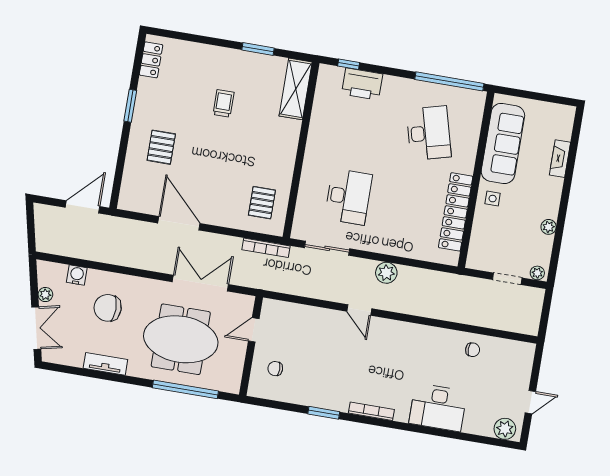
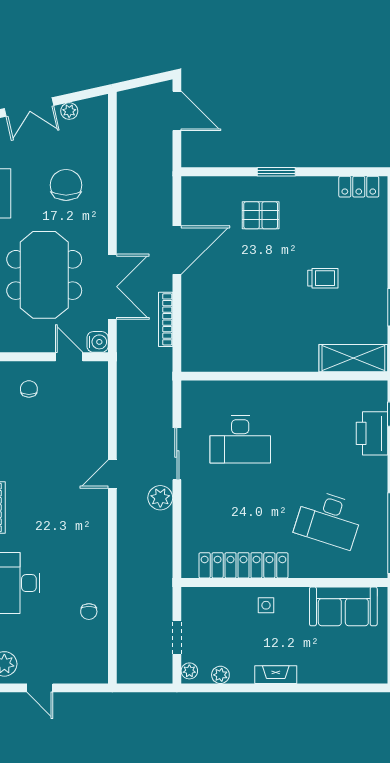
window: (130, 106) -> (276, 172), moved
desk: (429, 133) -> (329, 519), turned 33
sofa: (503, 143) -> (343, 606), width x0.73
fireplace: (560, 159) -> (276, 675), moved
pallet: (262, 203) -> (217, 342), removed
door: (82, 207) -> (177, 111), moved
plant: (549, 227) -> (220, 675), moved
bookcase: (266, 248) -> (166, 319), moved
sliding door: (327, 248) -> (177, 454), moved
water cooler: (77, 275) -> (98, 342), moved

